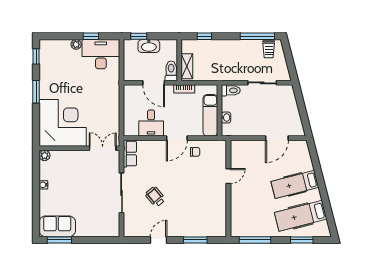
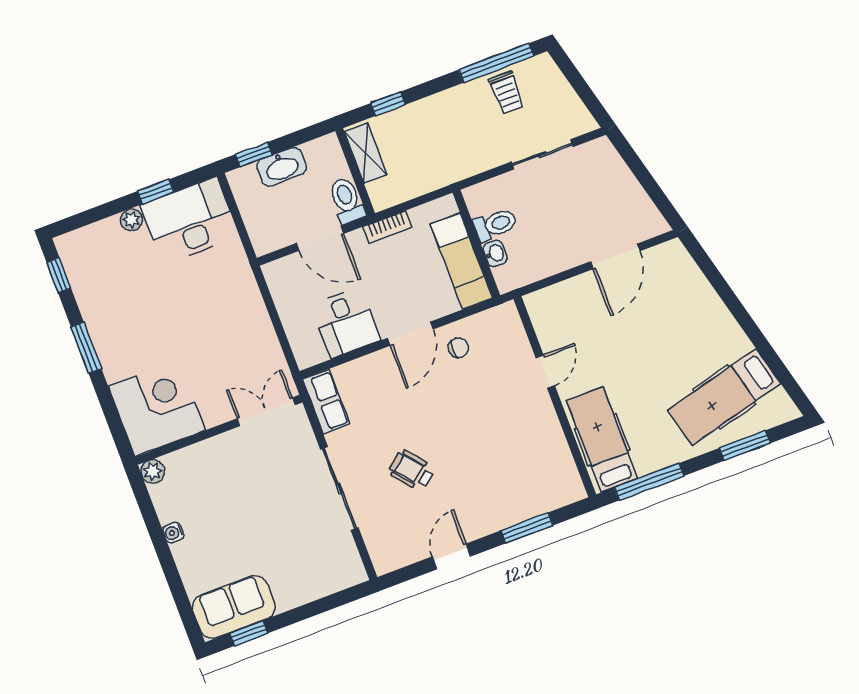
trolley: (269, 49) -> (507, 93), moved
shelving: (187, 66) -> (366, 153), moved
toilet: (231, 90) -> (495, 225), moved
corner desk: (63, 123) -> (157, 408), width x0.74, depth x0.74
hospital bed: (295, 184) -> (602, 440), moved, turned 104
window: (59, 240) -> (249, 633), width x0.67

